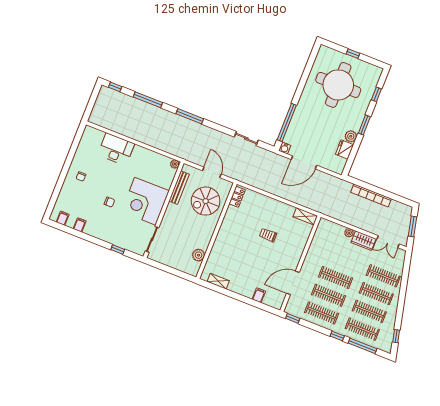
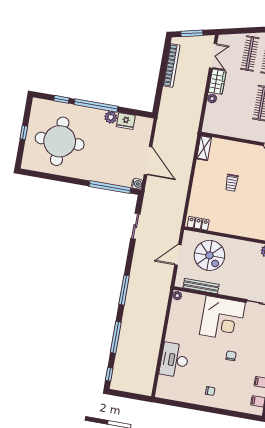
window: (364, 125) -> (96, 105), width x2.11
bookcase: (371, 195) -> (172, 65), moved

